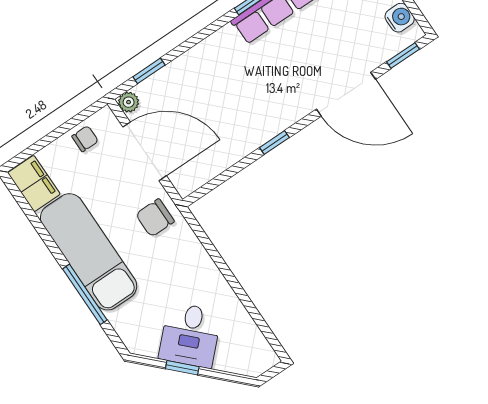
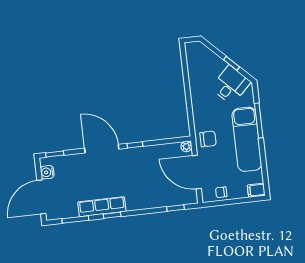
door: (346, 94) -> (102, 149), moved
plant: (129, 102) -> (186, 146), moved
filing cabinet: (34, 183) -> (256, 190), width x0.50
desk: (190, 335) -> (231, 85), moved

